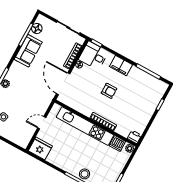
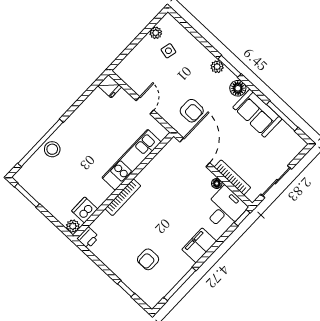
floor lamp: (37, 28) -> (238, 88), moved
door: (63, 84) -> (195, 152), hinge flipped
armchair: (109, 91) -> (148, 259), moved
armchair: (37, 92) -> (192, 111), added
kitchen unit: (85, 126) -> (132, 160), width x0.73
fridge: (40, 148) -> (110, 86), width x0.53, depth x0.75

